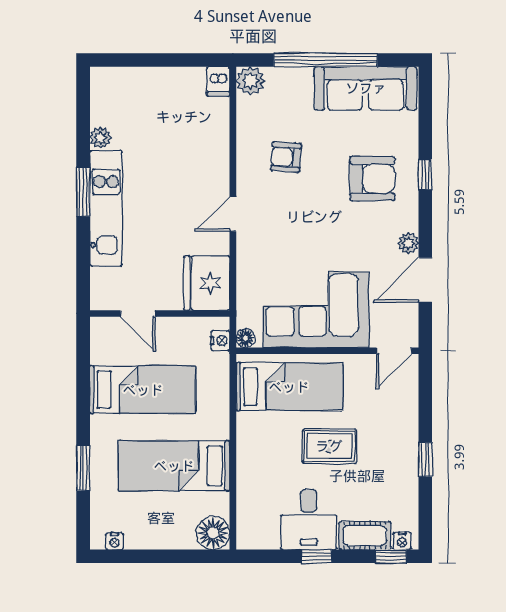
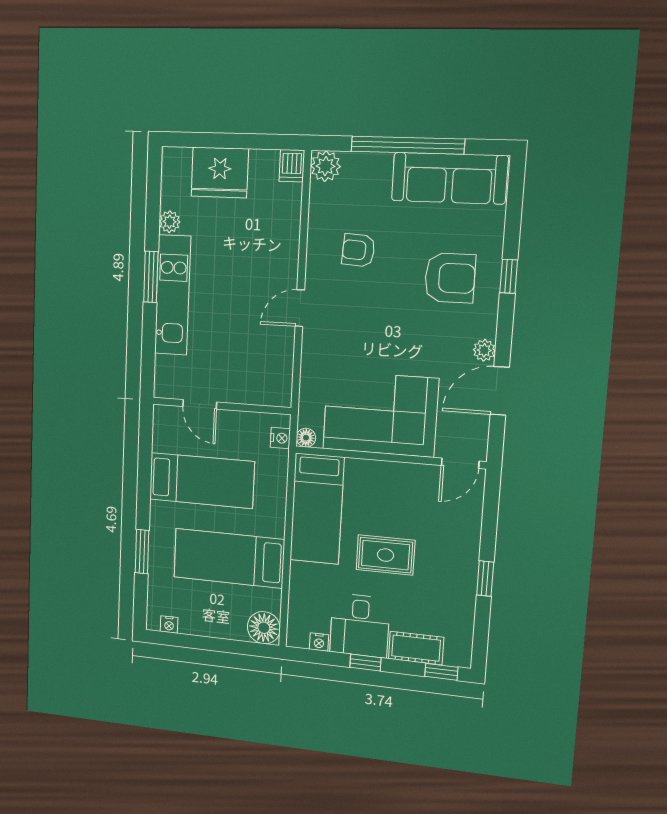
fridge: (207, 283) -> (220, 173), moved, turned -90
bed: (289, 387) -> (317, 509), moved, turned 90
nightstand: (402, 541) -> (319, 642), moved

